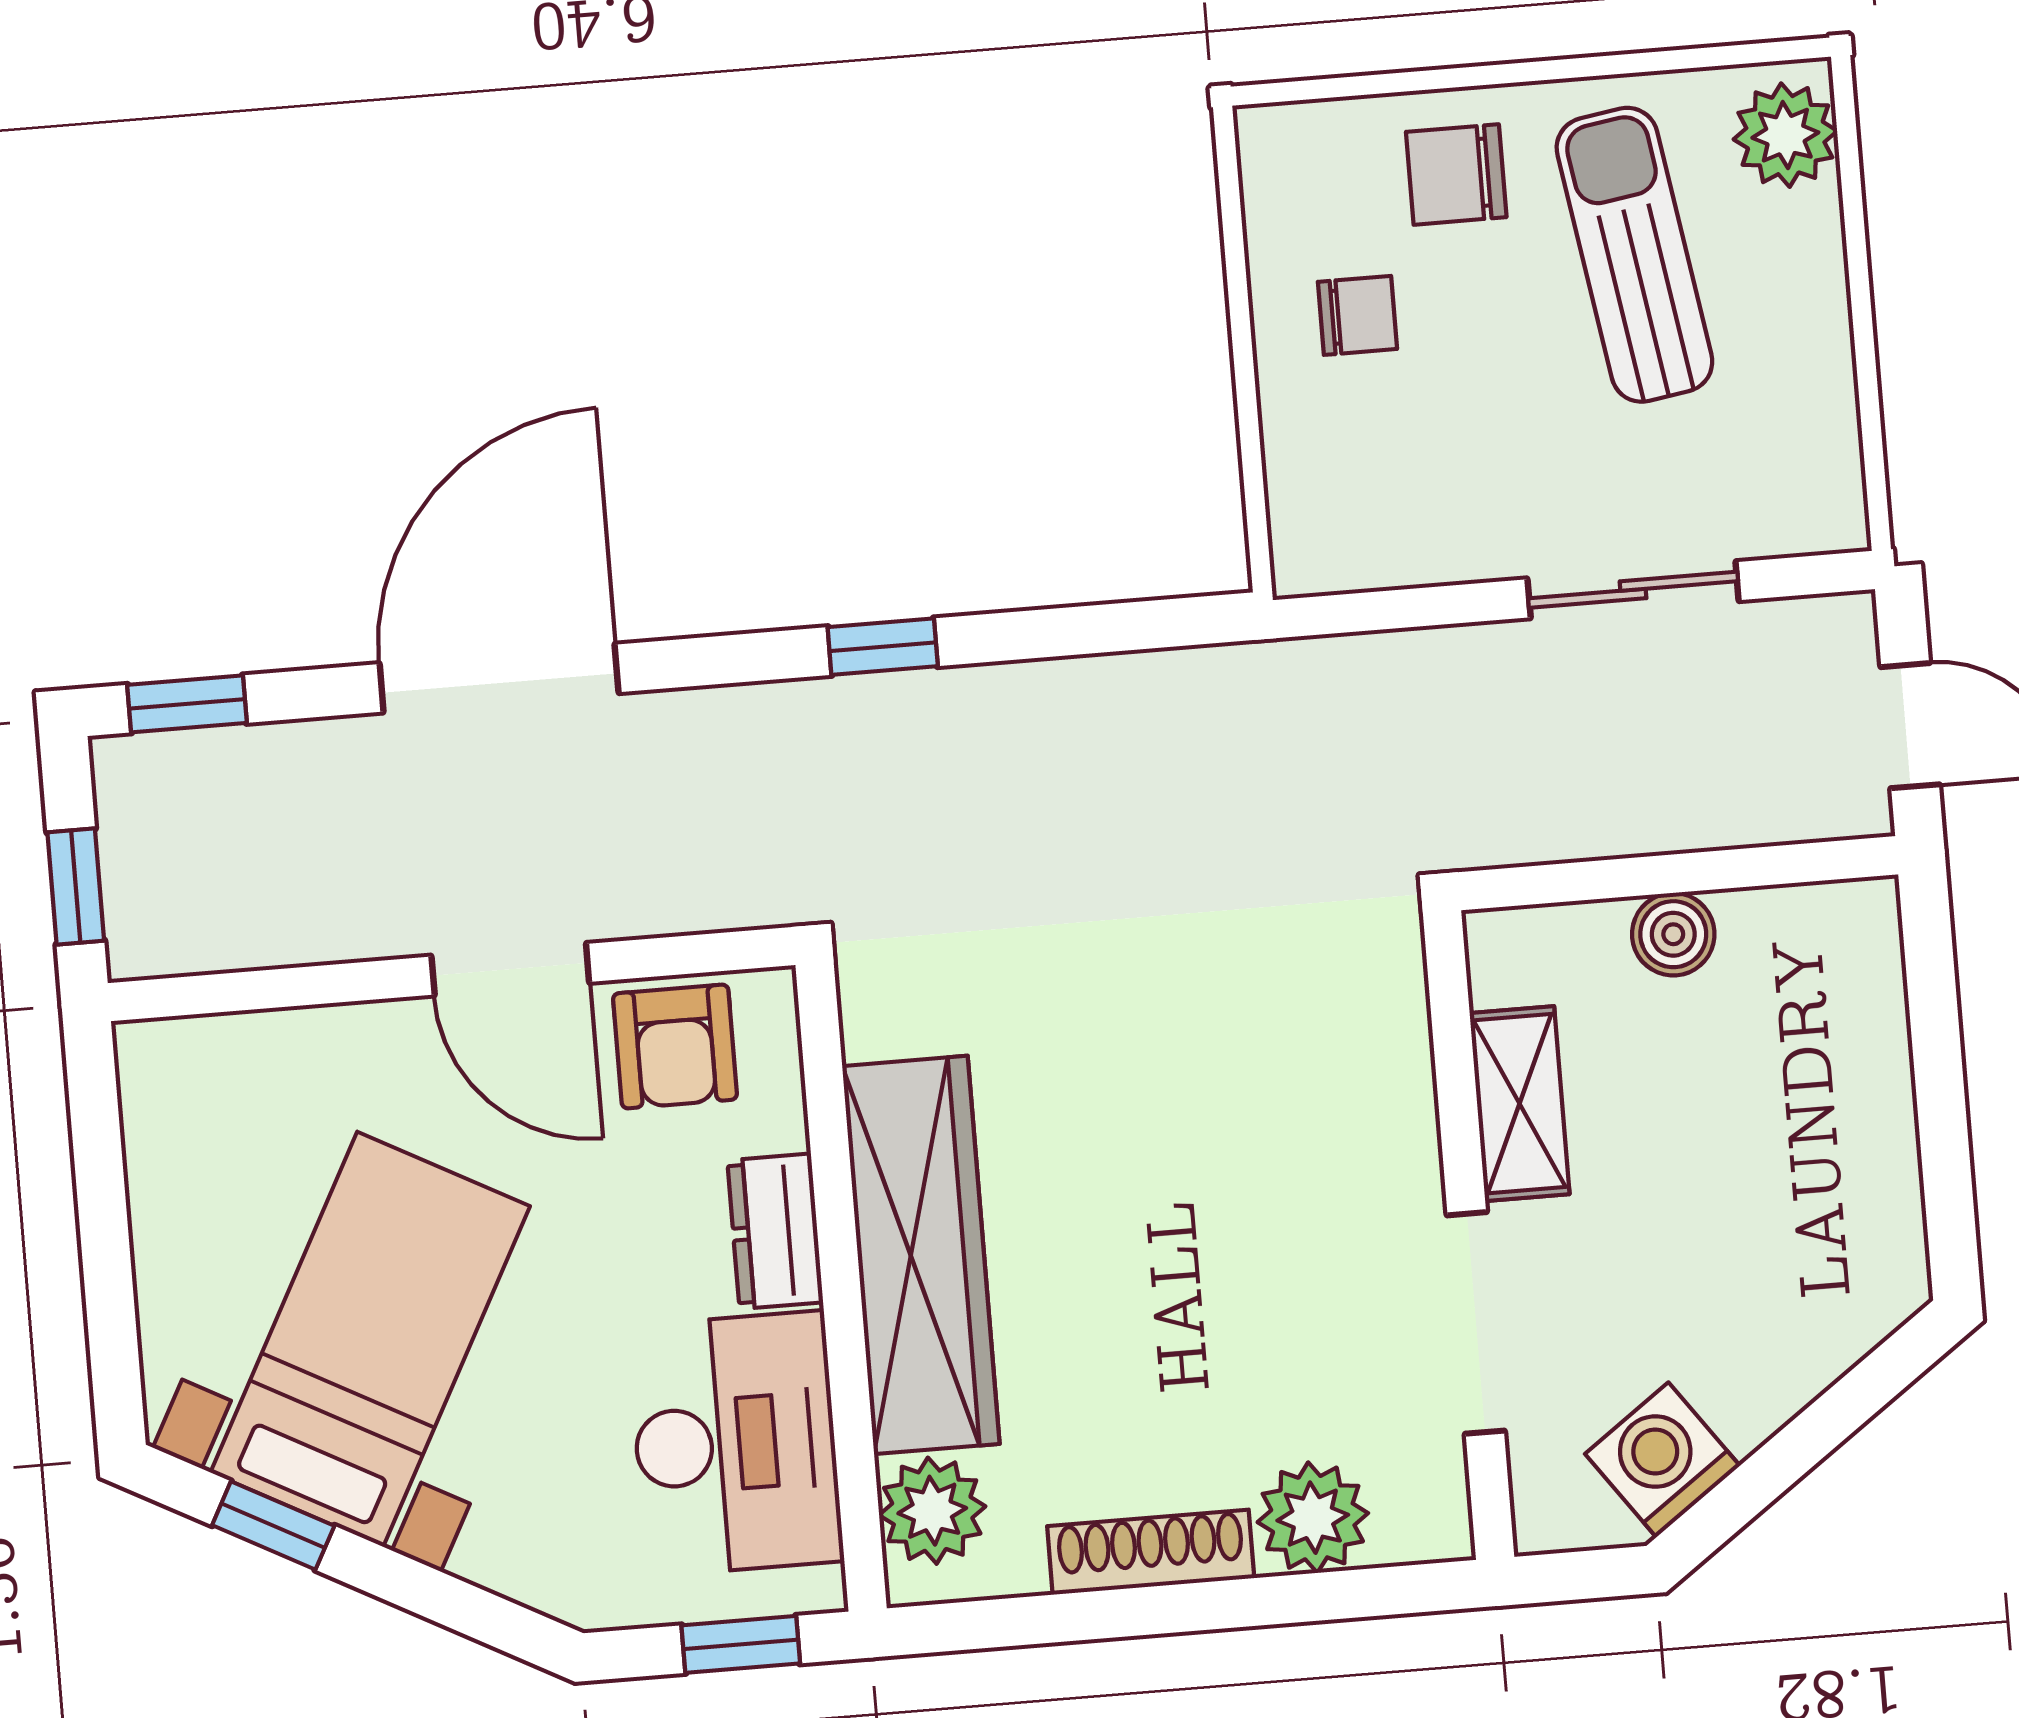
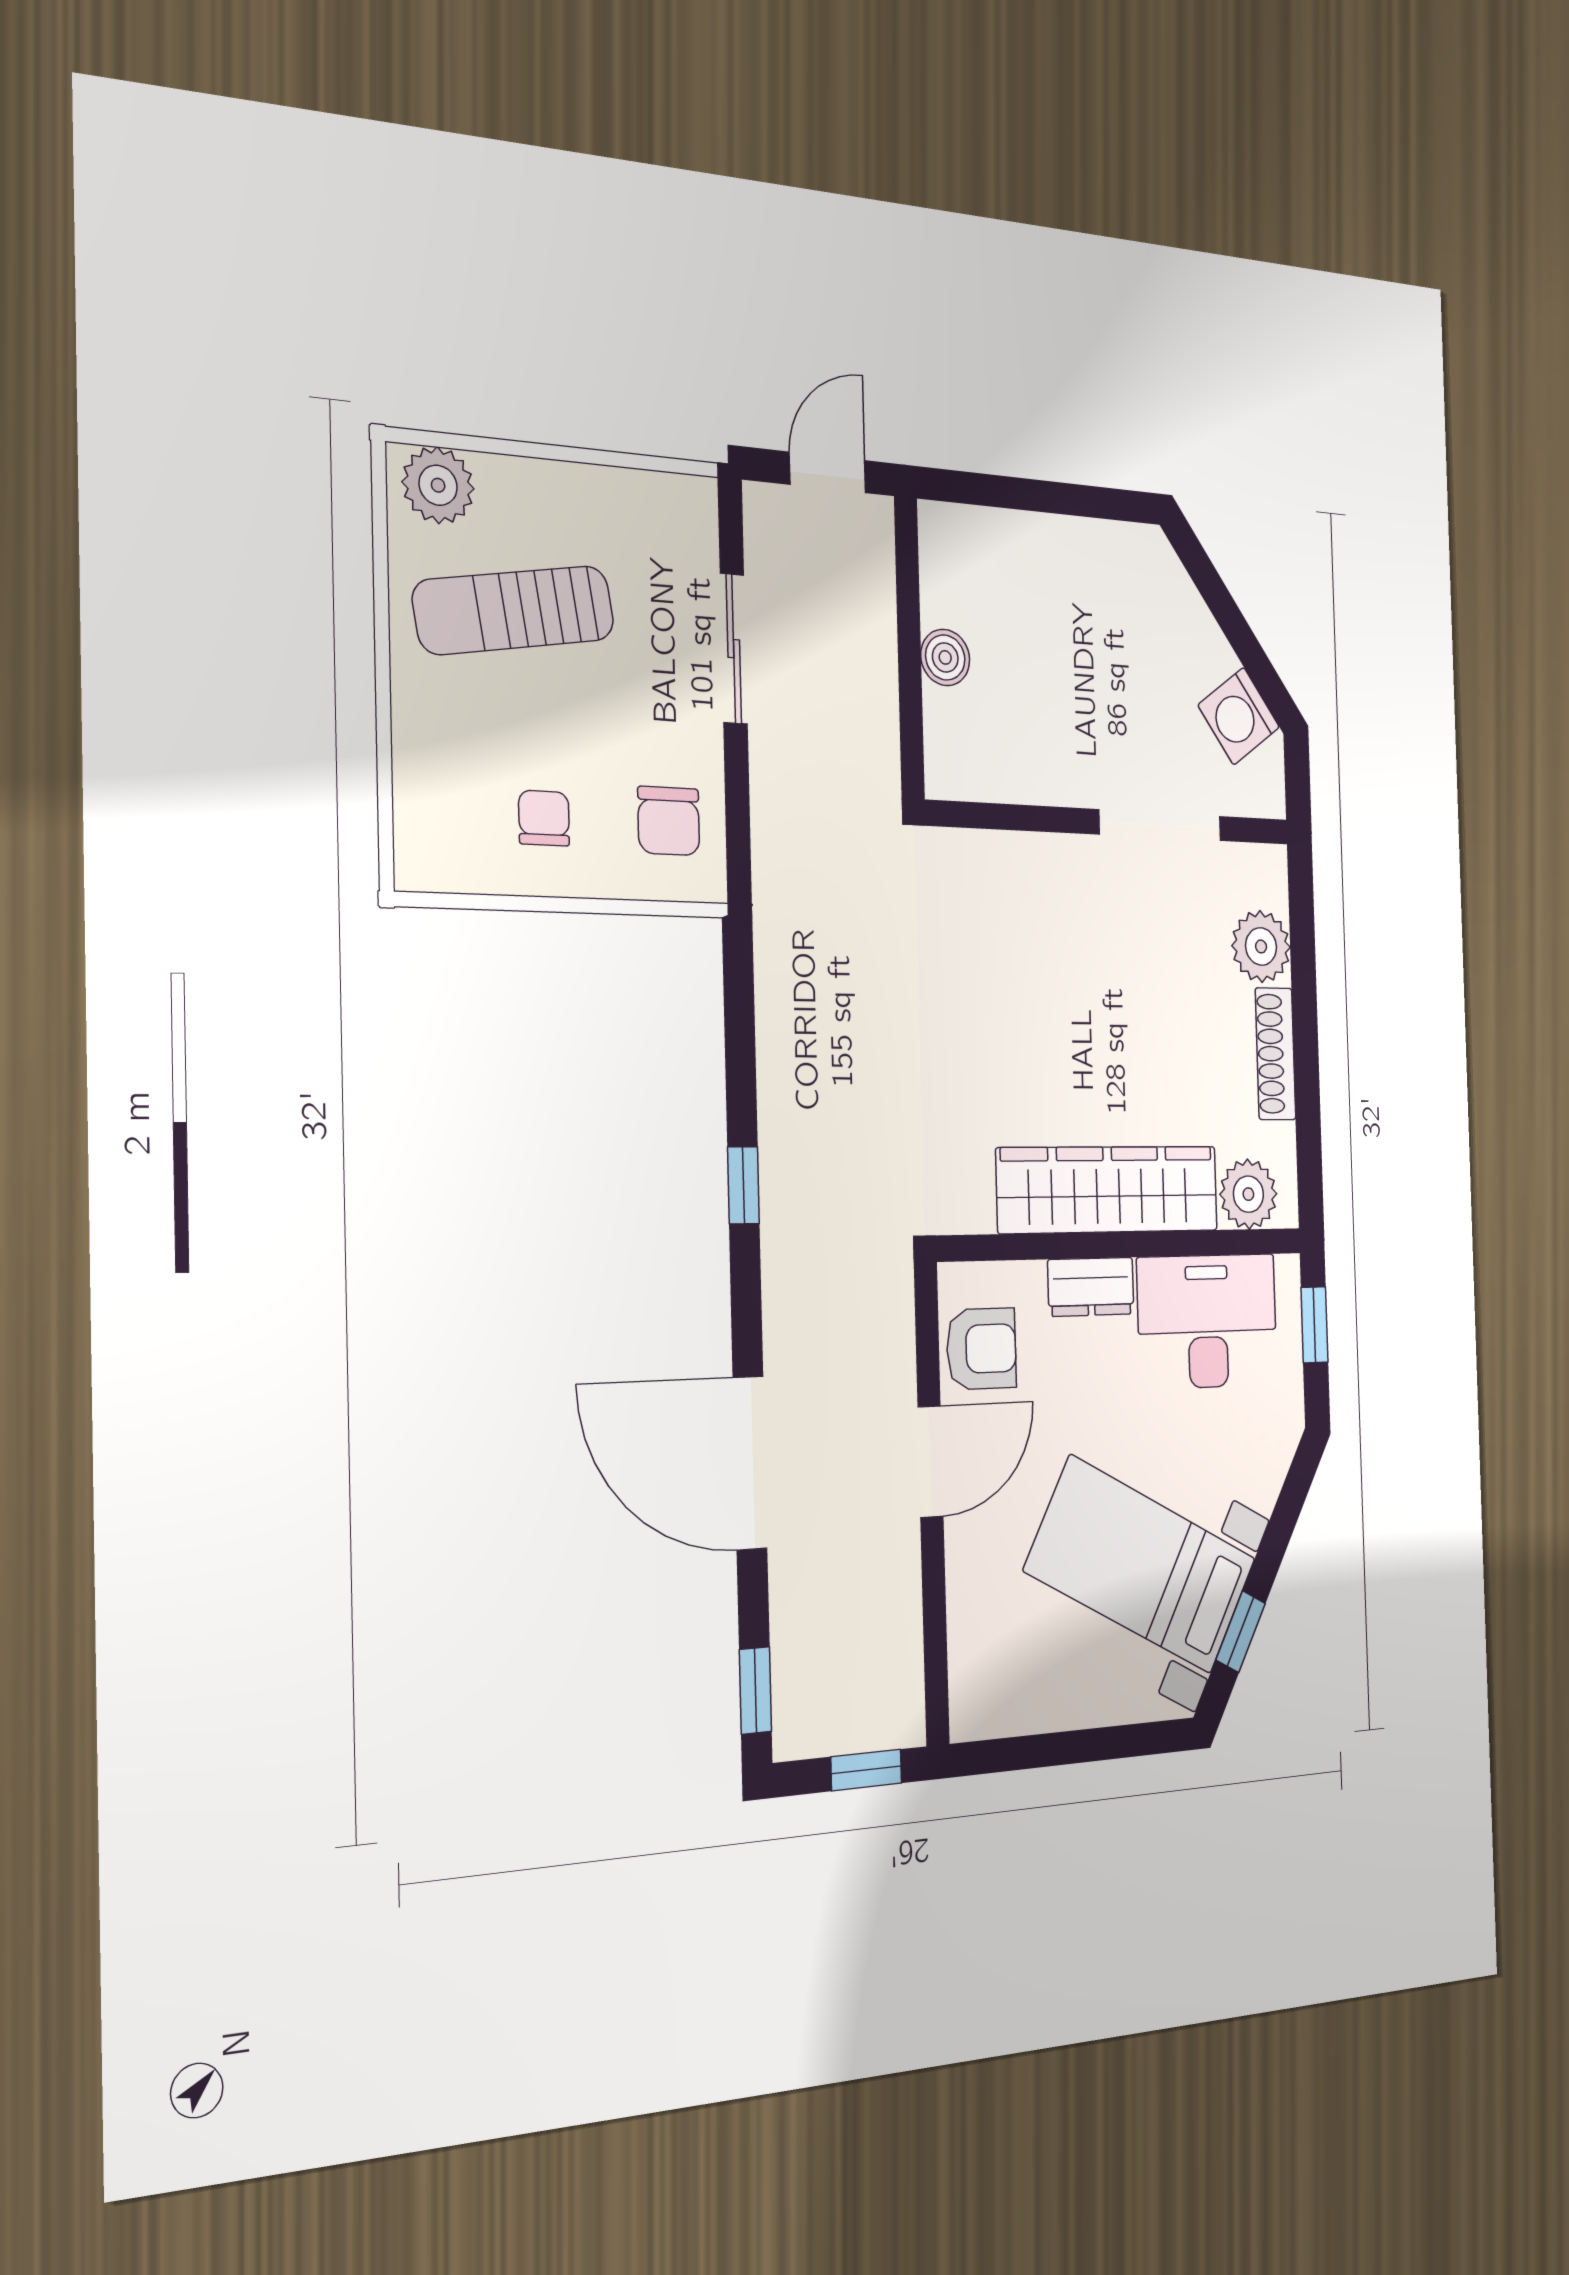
chair: (1456, 174) -> (669, 821), moved
shelving: (1520, 1104) -> (1039, 777), removed

